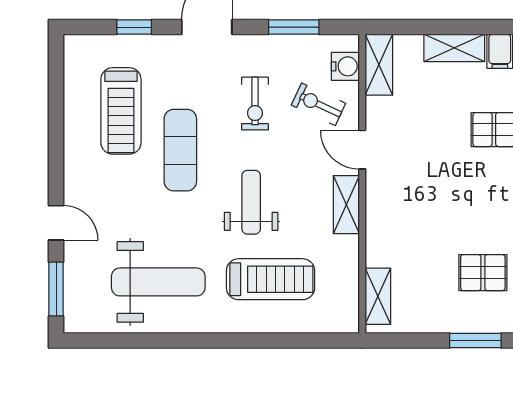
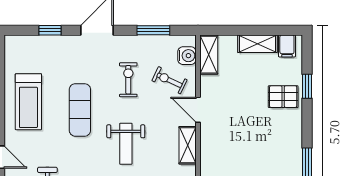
exercise bike: (255, 104) -> (128, 80), turned 180
treadmill: (121, 111) -> (28, 102), moved
weight bench: (251, 202) -> (126, 144), turned 180

